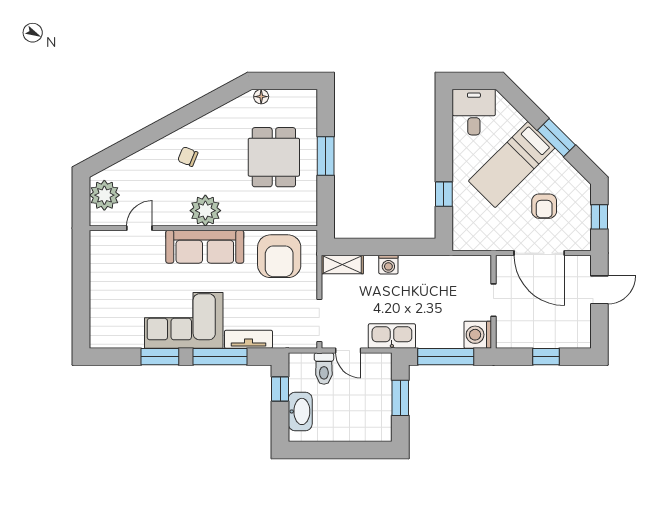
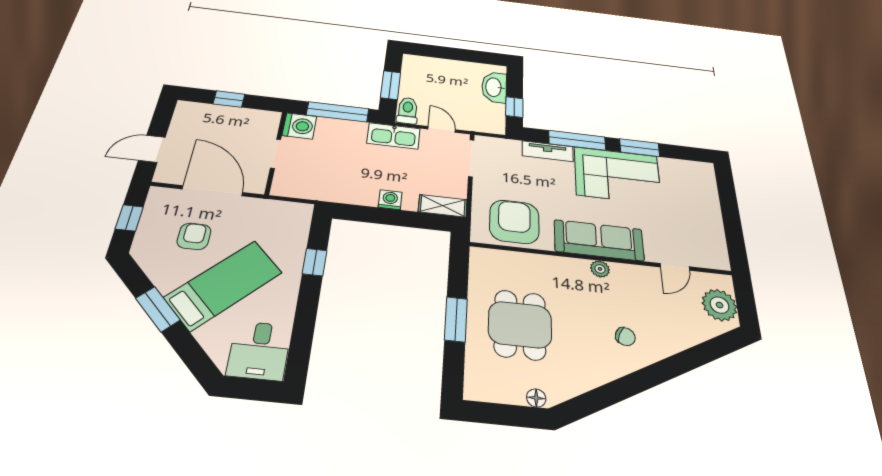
plant: (205, 211) -> (600, 269), width x0.53, depth x0.53
toilet: (324, 368) -> (408, 111), moved

